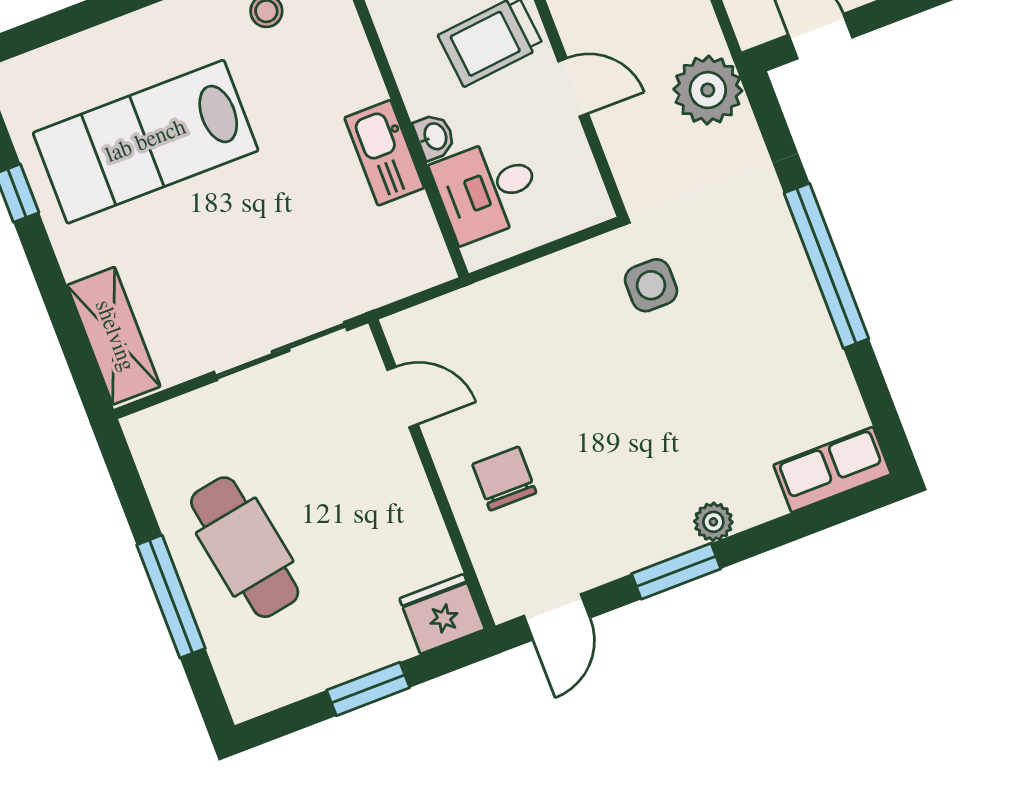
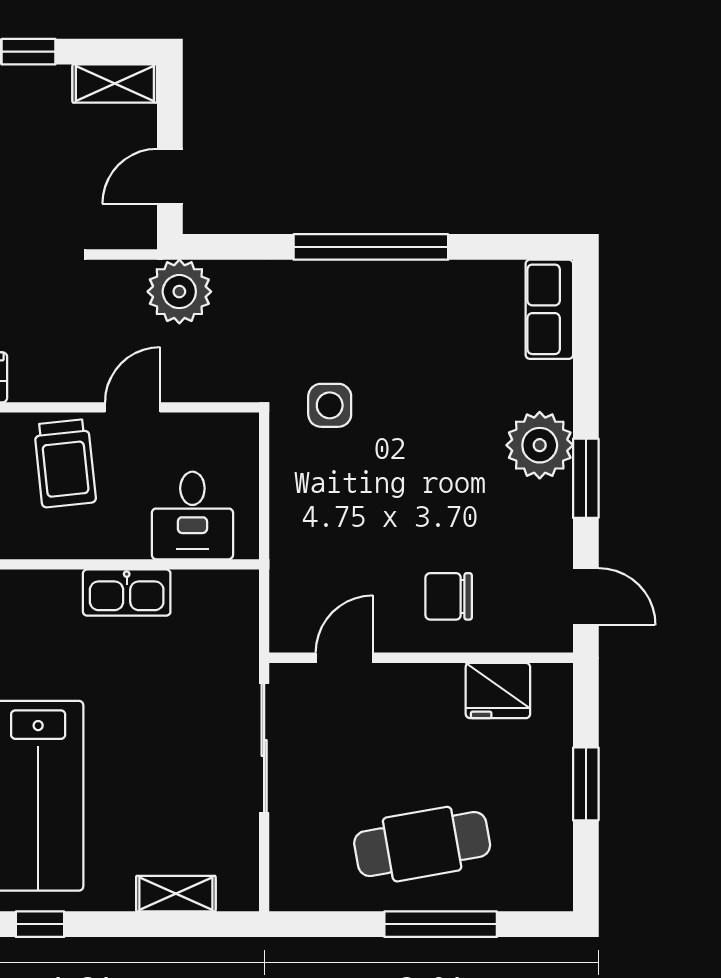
washbasin: (434, 137) -> (129, 544), removed
shelving: (114, 336) -> (176, 894), width x0.67, depth x0.75
plant: (713, 522) -> (540, 445), width x1.88, depth x1.88
fridge: (442, 614) -> (498, 691), moved, turned -90

